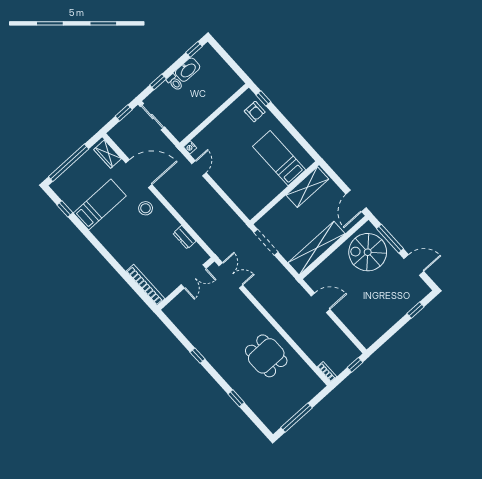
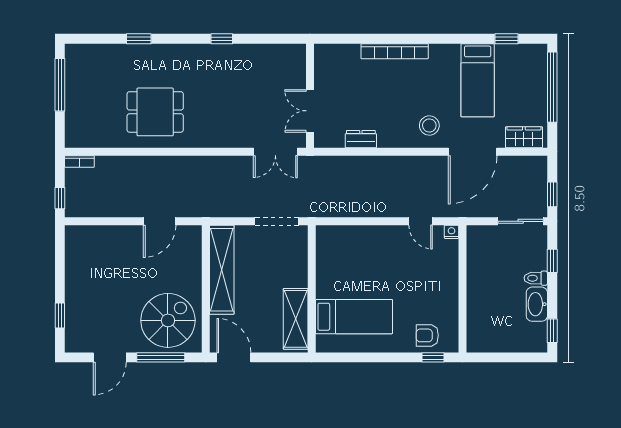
bookcase: (145, 285) -> (395, 51), moved

